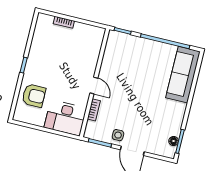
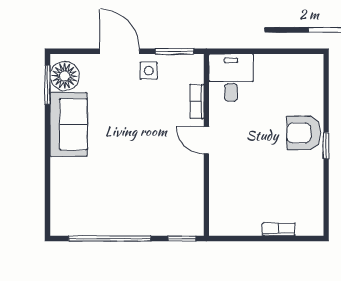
sofa: (183, 75) -> (69, 124), moved, width x0.73
armchair: (34, 96) -> (304, 133), moved
desk: (65, 118) -> (231, 78), width x0.73
floor lamp: (174, 141) -> (65, 76), width x1.89, depth x1.89

